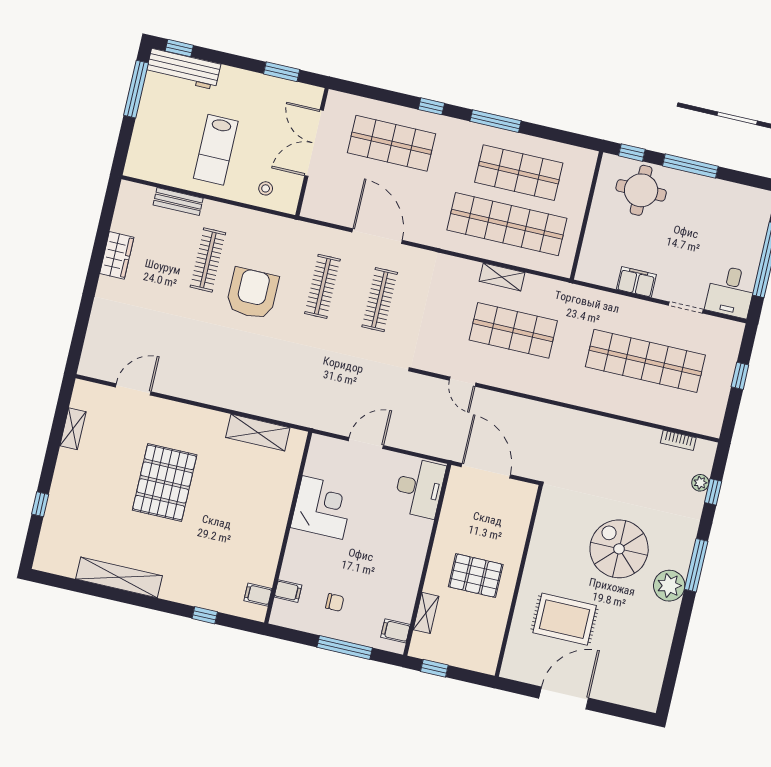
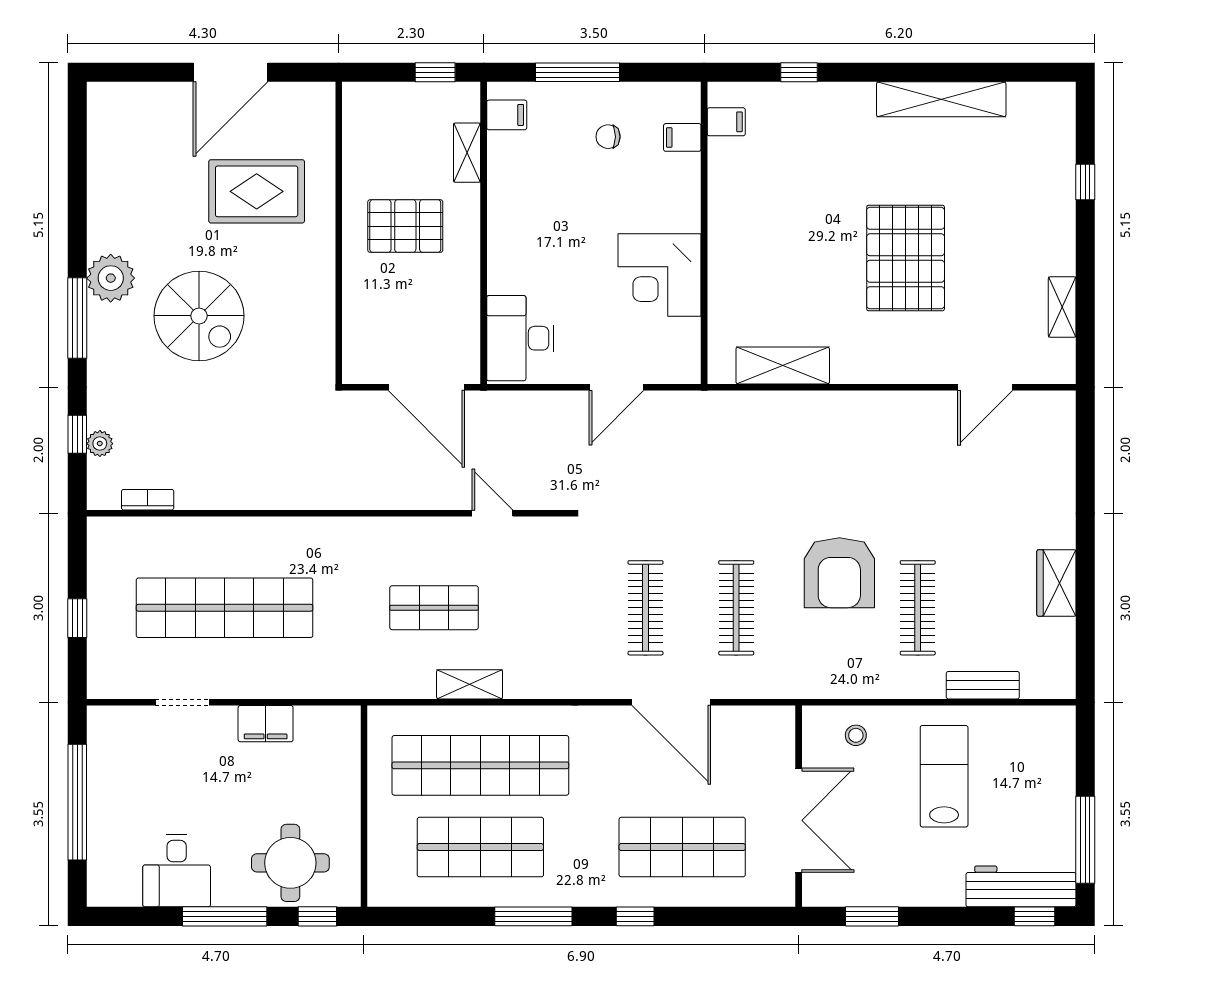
desk: (731, 292) -> (177, 871), moved, turned 180
shop shelf: (513, 330) -> (434, 608), width x0.70, depth x0.74

